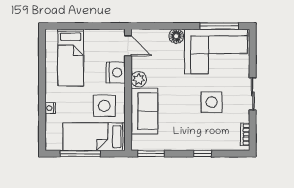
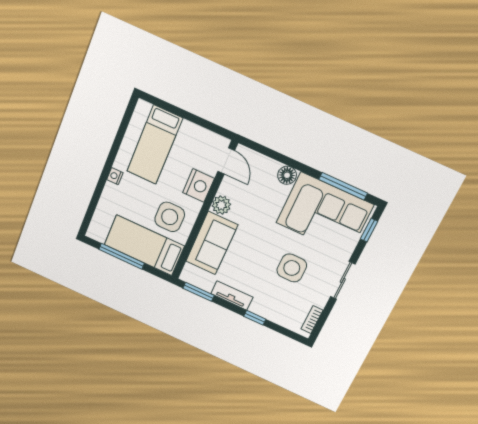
window: (253, 49) -> (369, 230), added
nightstand: (50, 108) -> (115, 176), moved
tv unit: (177, 144) -> (232, 295), added

